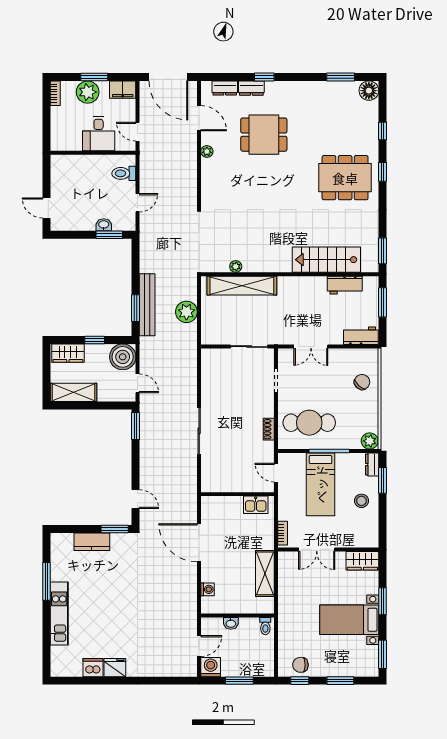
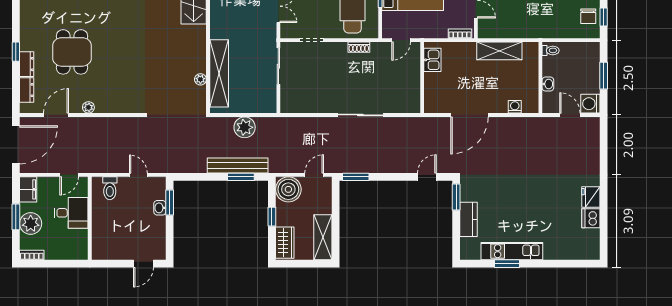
window: (46, 581) -> (507, 264), width x0.69
kitchen unit: (59, 613) -> (512, 251), moved

